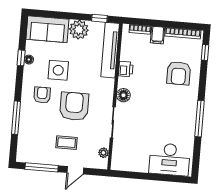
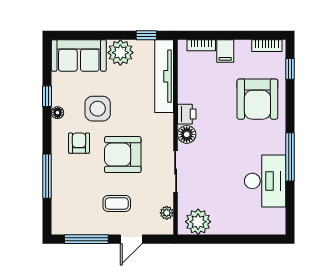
bookcase: (183, 33) -> (267, 46), width x0.64
floor lamp: (29, 60) -> (58, 113), moved
printer: (126, 69) -> (187, 114), moved
armchair: (179, 73) -> (257, 99), width x1.36, depth x1.36
armchair: (74, 106) -> (123, 155), turned -90
desk: (169, 159) -> (265, 181), moved, turned -90
plant: (126, 161) -> (198, 222), added

